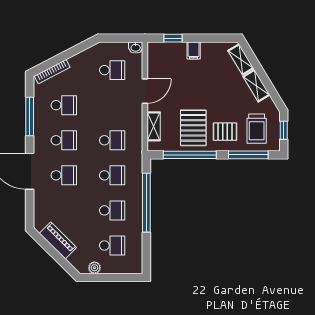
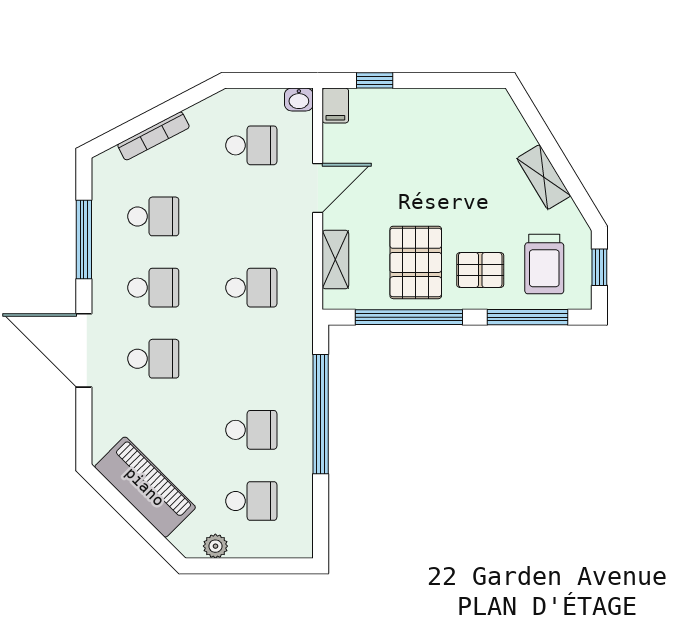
filing cabinet: (194, 50) -> (335, 106), moved
shelving: (241, 59) -> (512, 124), removed
bookcase: (52, 72) -> (153, 136), moved
school desk: (112, 175) -> (251, 359), removed
piano: (58, 241) -> (145, 487), width x1.37, depth x1.33

